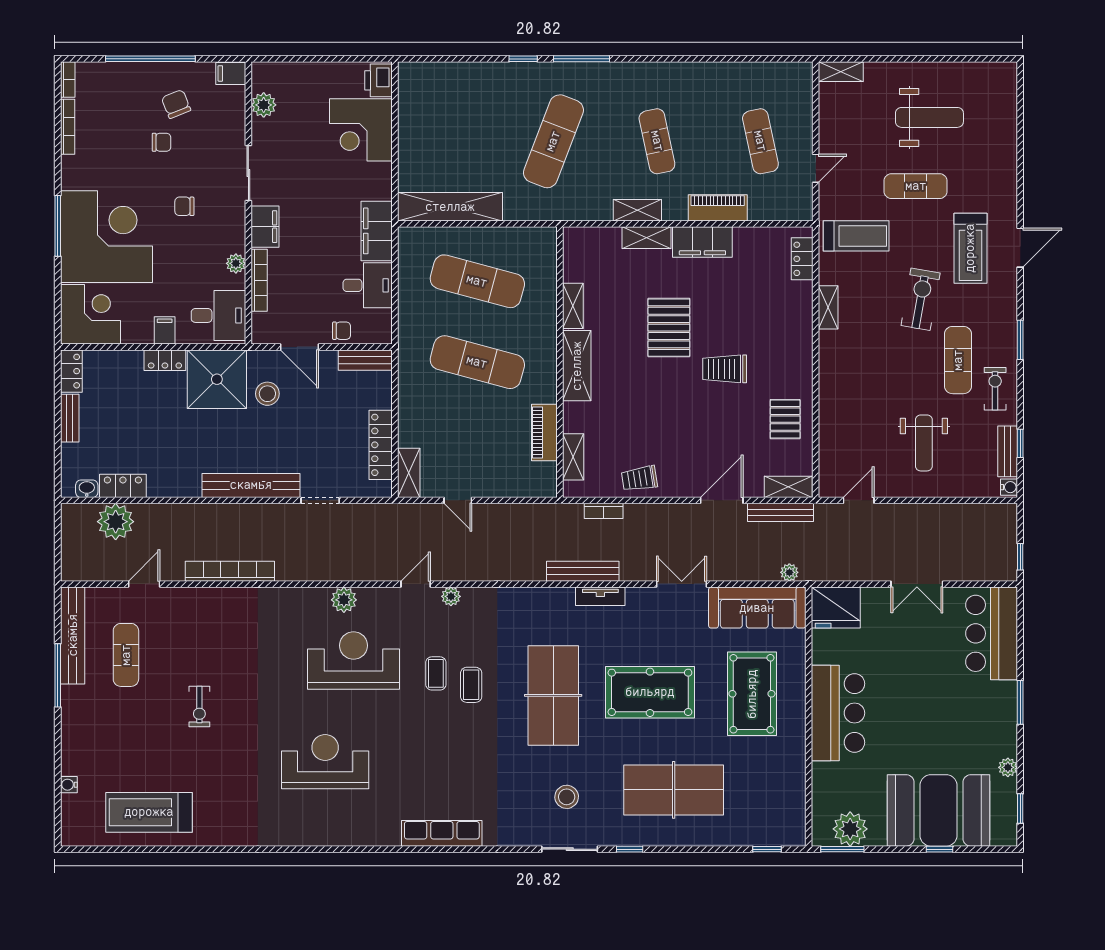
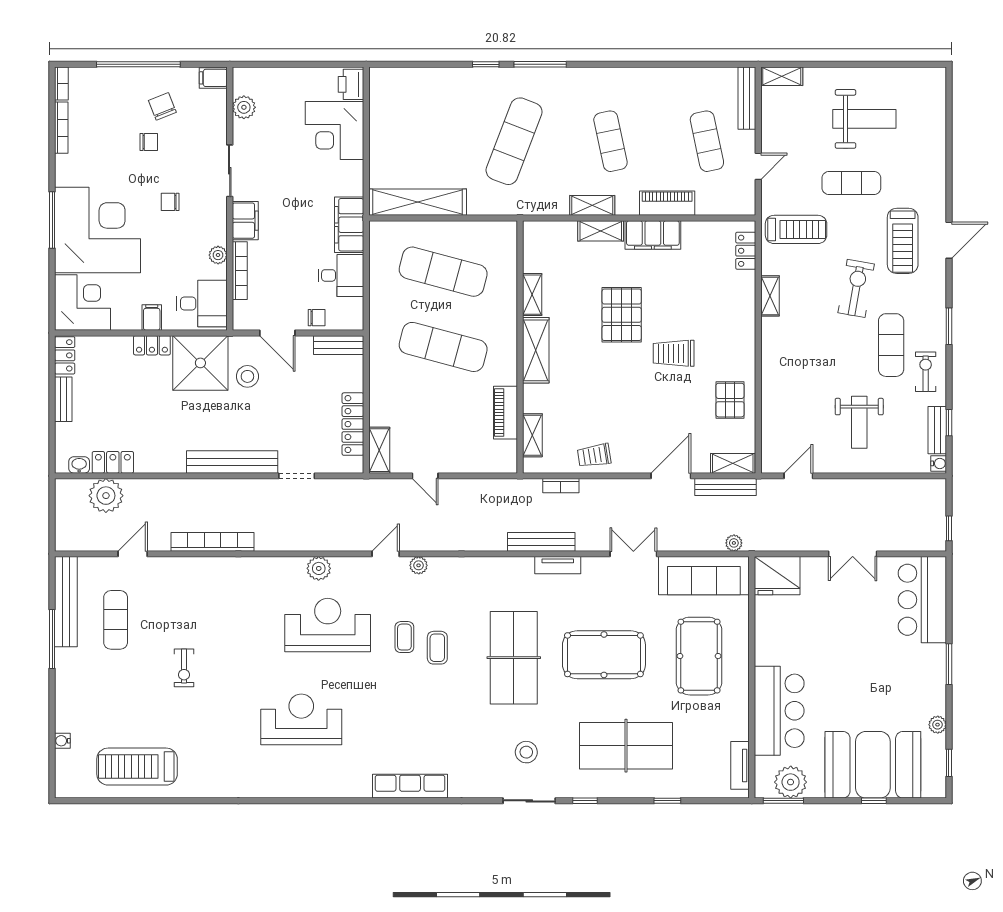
bench: (803, 95) -> (747, 98), added
bar counter: (838, 713) -> (779, 711), moved
tv unit: (796, 811) -> (740, 765), added
window: (767, 849) -> (667, 801), moved

